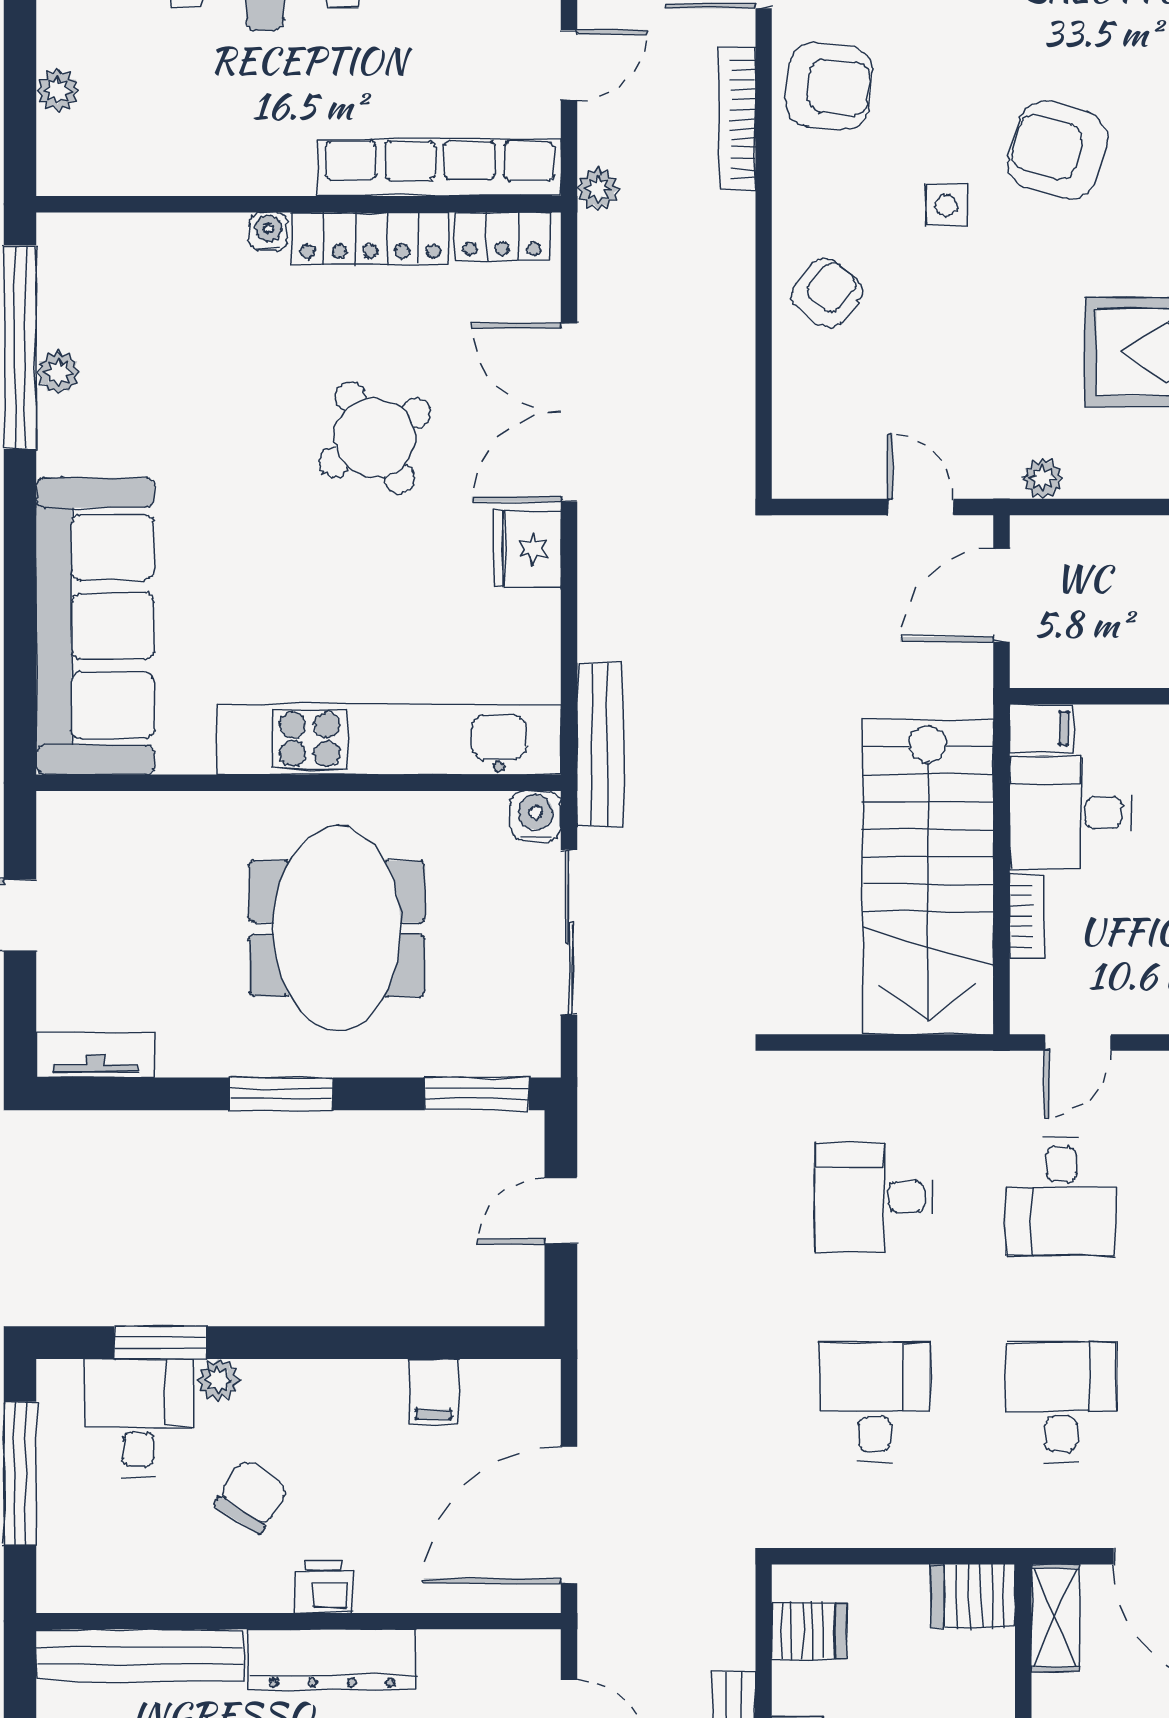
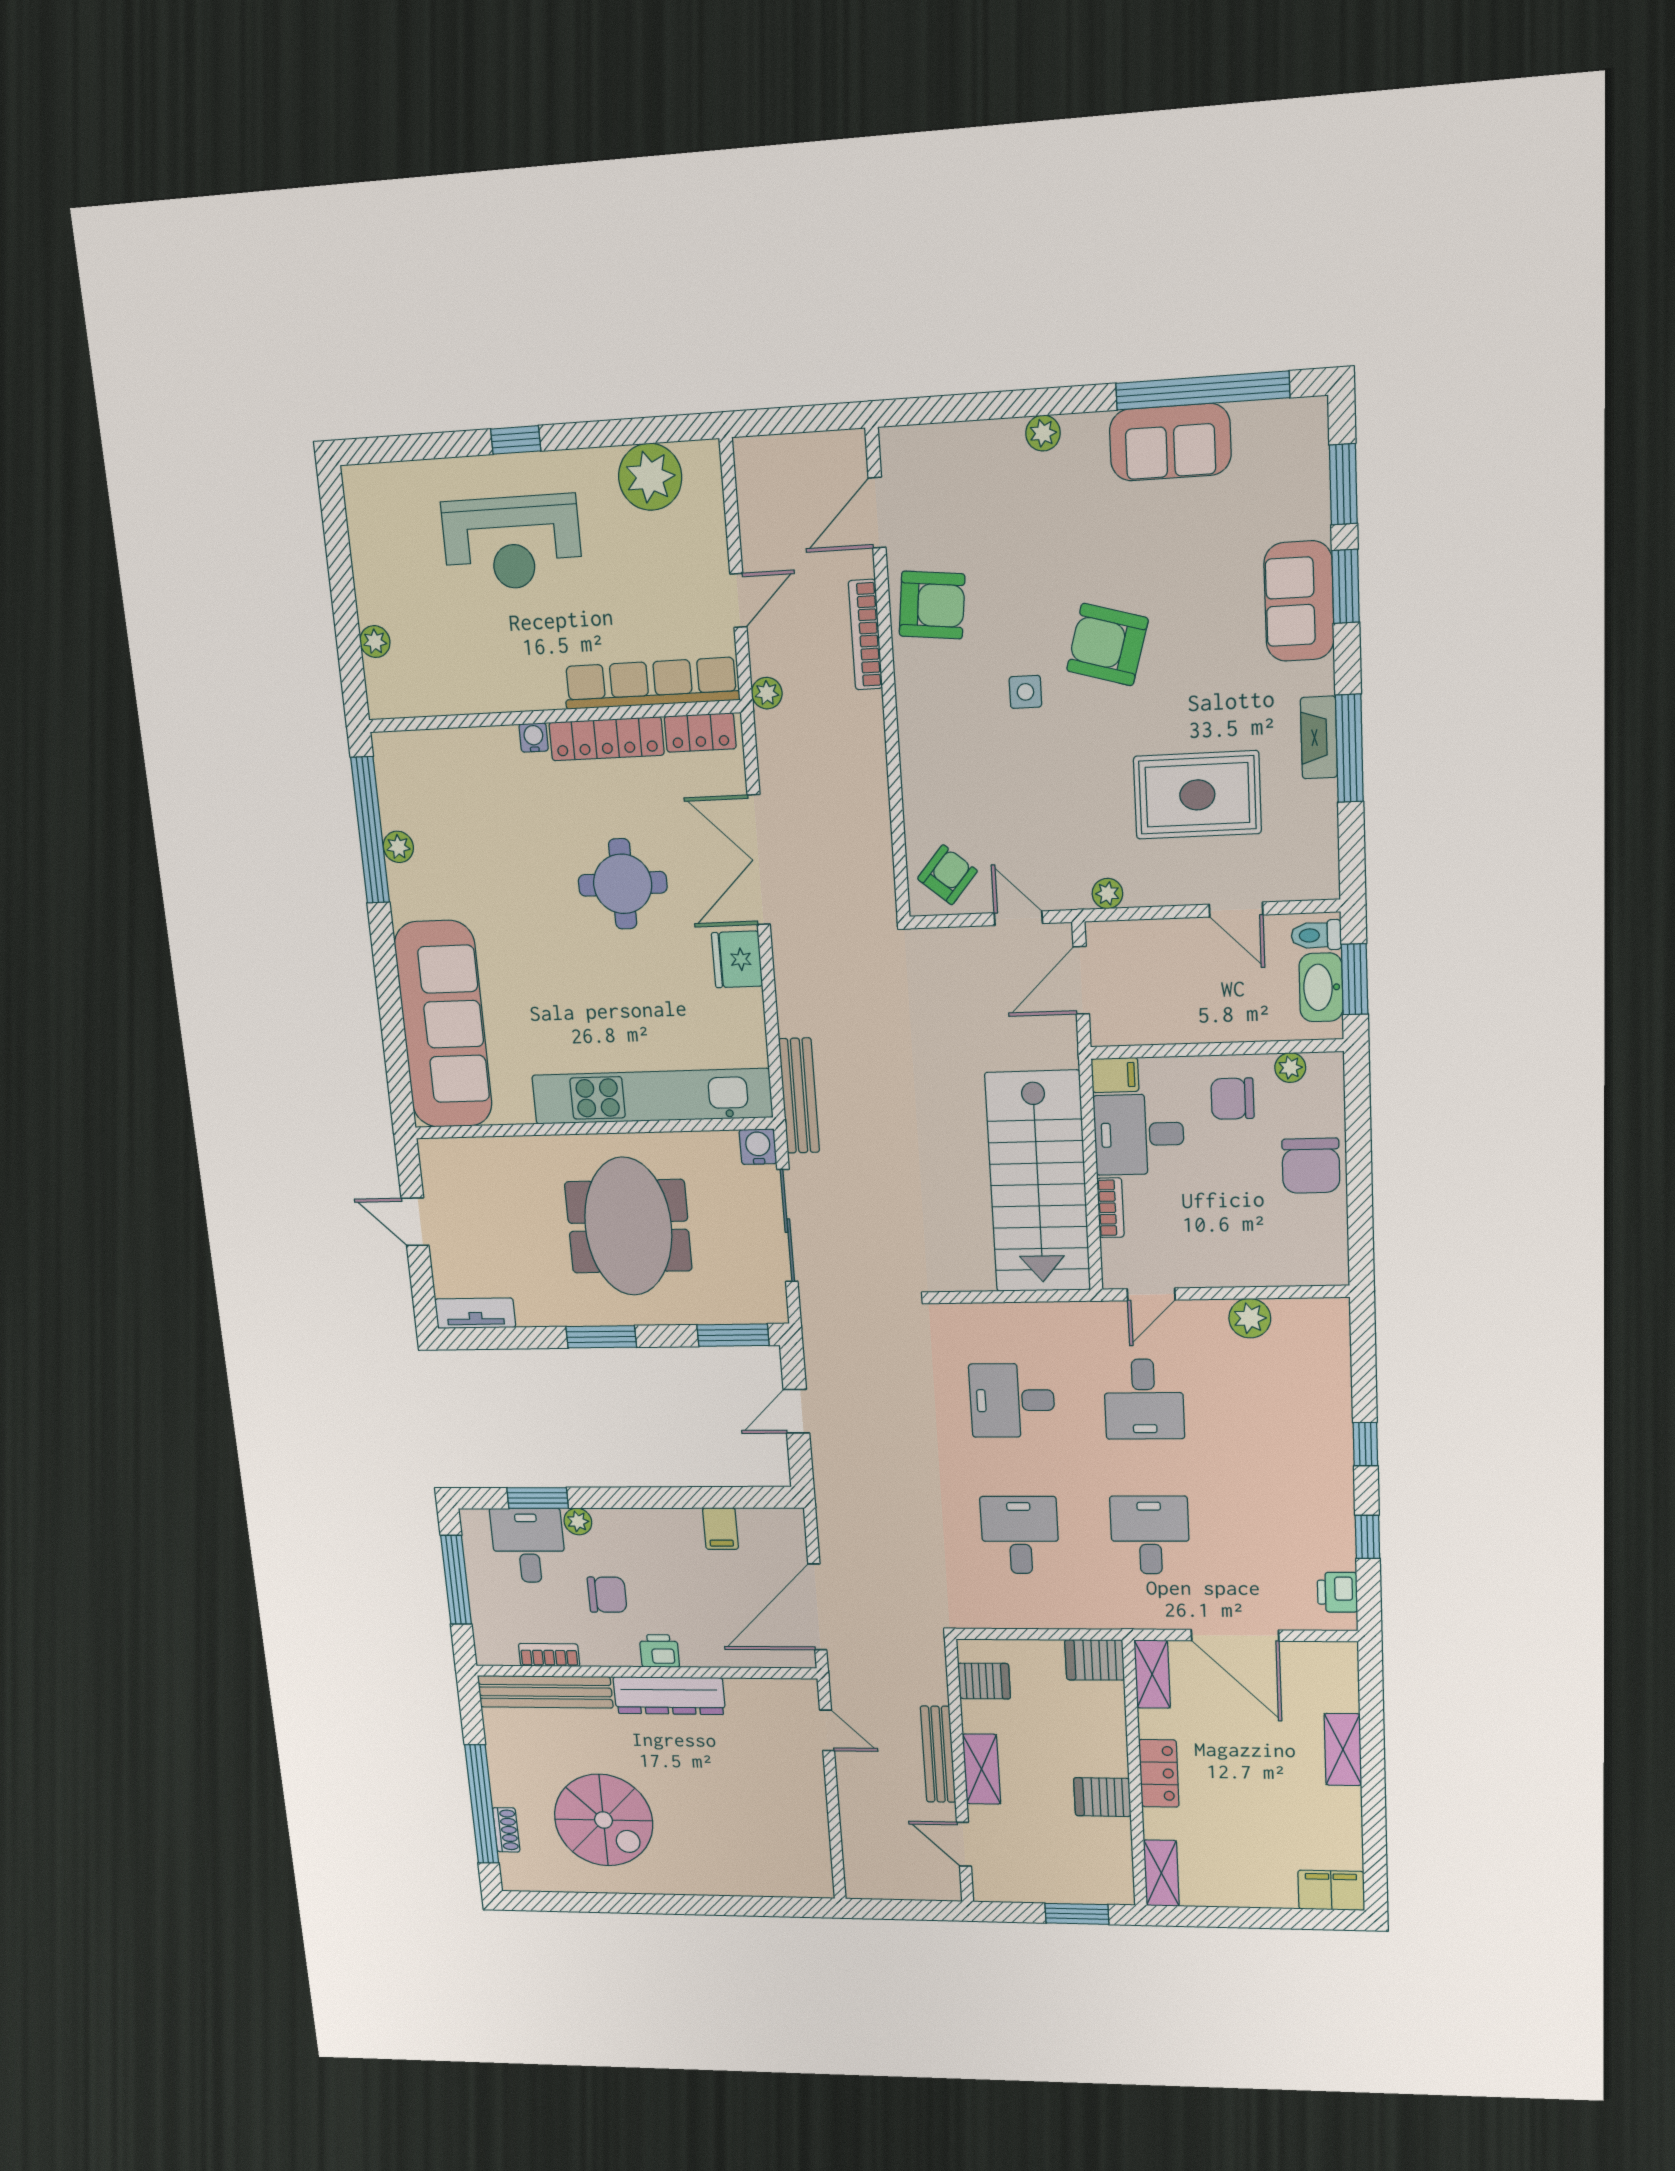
armchair: (827, 293) -> (947, 875), moved
round table: (375, 438) -> (623, 884), turned 31
chair: (252, 1496) -> (607, 1595), turned 58
bookcase: (152, 1595) -> (549, 1655), added

